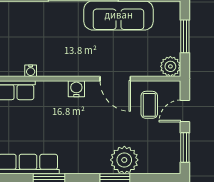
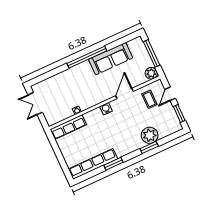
window: (185, 36) -> (152, 53), width x1.44
door: (115, 79) -> (124, 94), swing flipped

